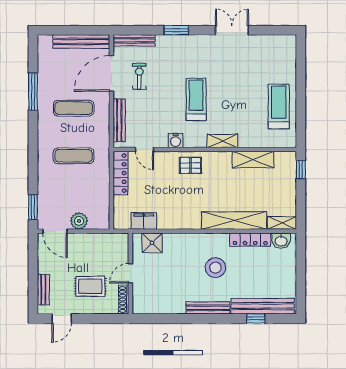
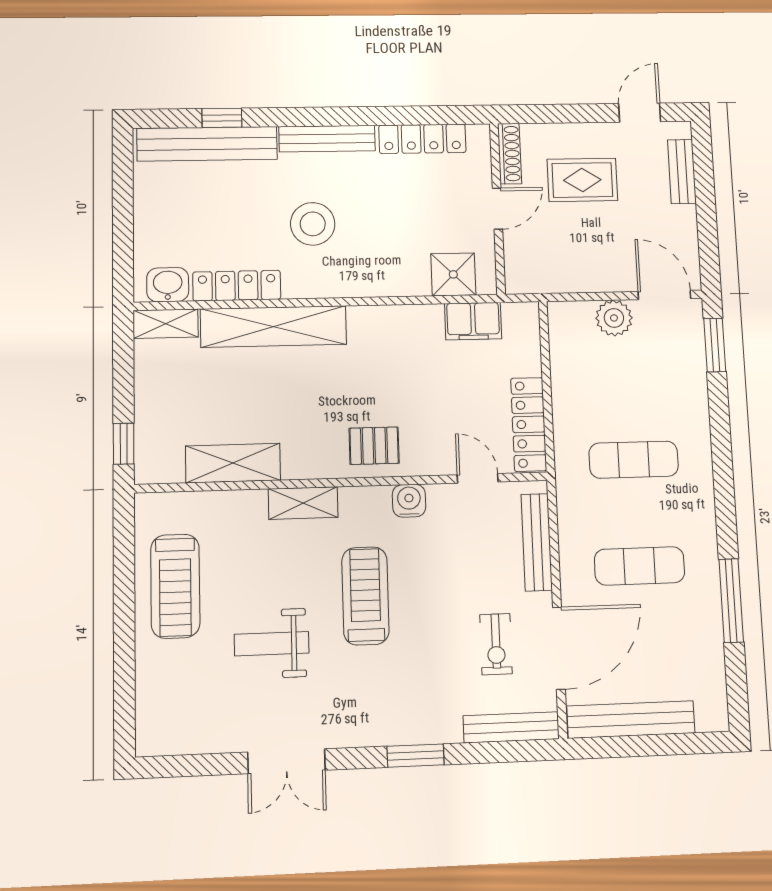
weight bench: (237, 80) -> (272, 644), added
treadmill: (196, 99) -> (365, 596), turned 180
locker: (164, 307) -> (422, 139), added

